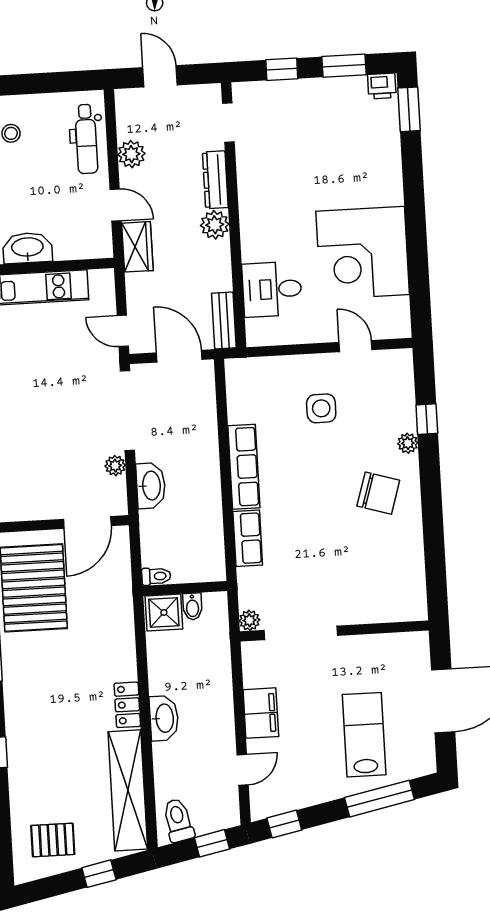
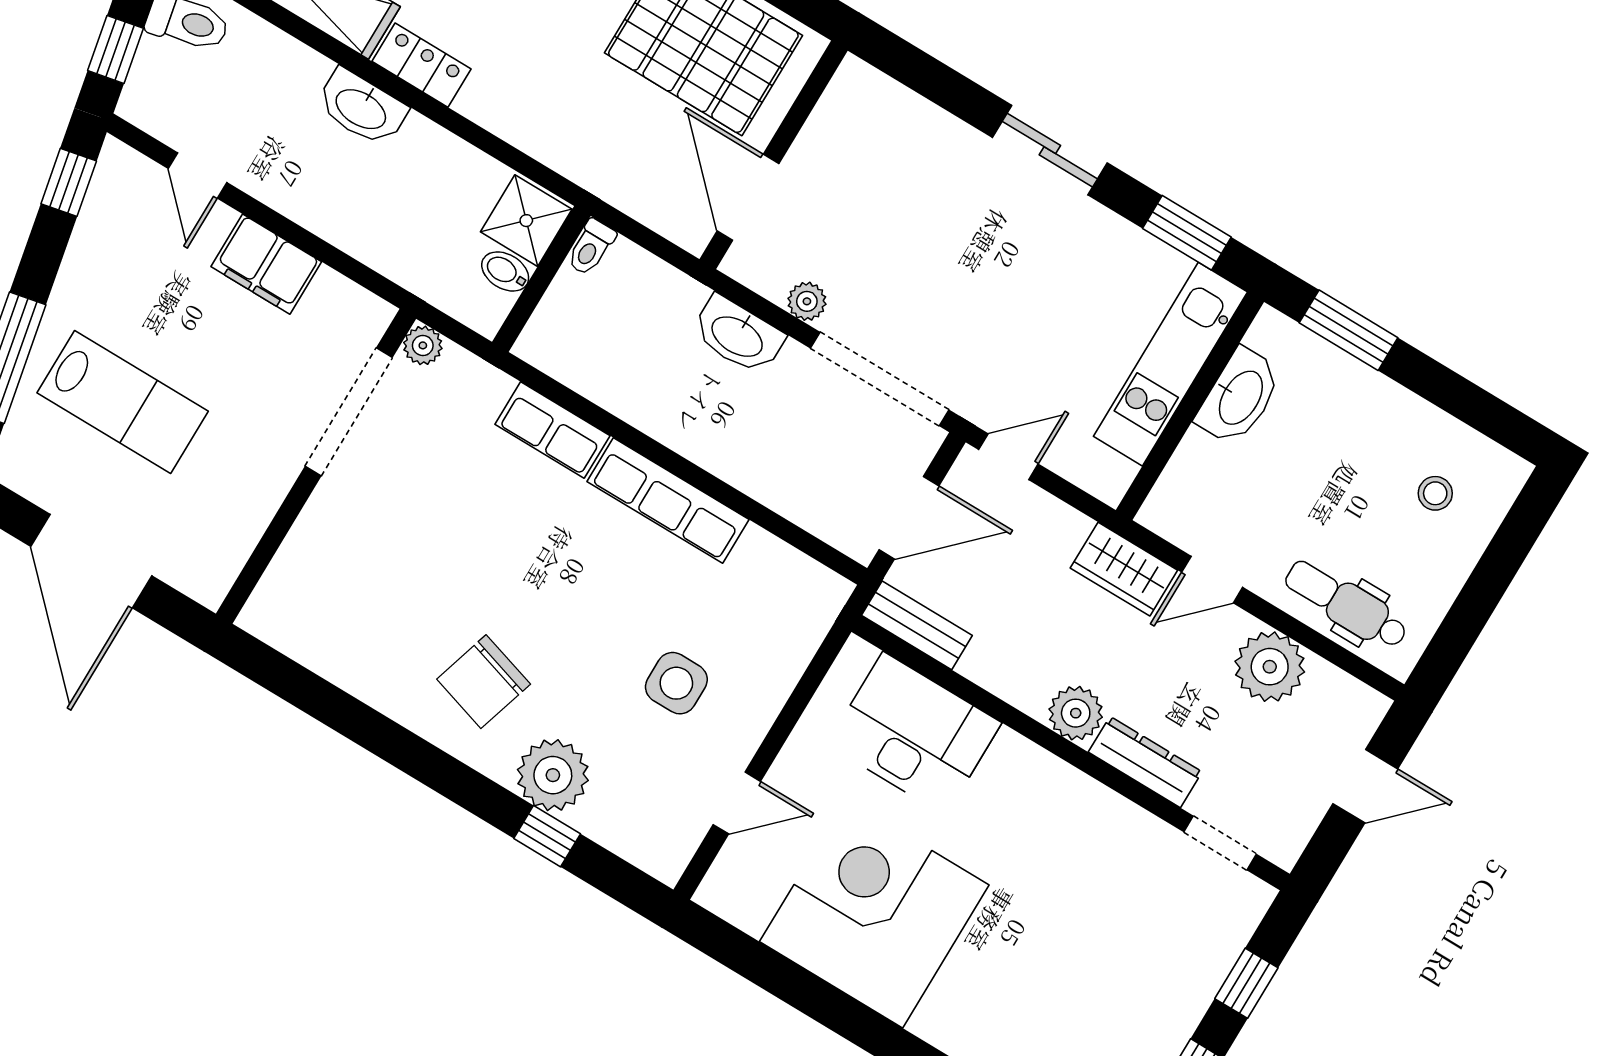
plant: (131, 154) -> (1270, 667), width x1.36, depth x1.36
desk: (272, 289) -> (914, 734), width x1.37
plant: (408, 443) -> (553, 775), width x1.87, depth x1.87

